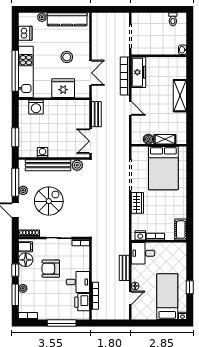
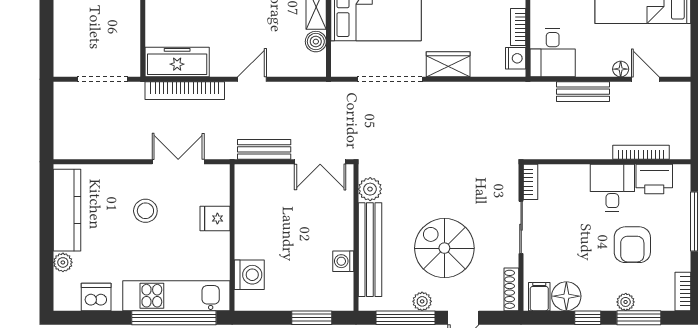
fridge: (63, 88) -> (215, 218), width x0.53, depth x0.75
armchair: (51, 269) -> (632, 245), moved

